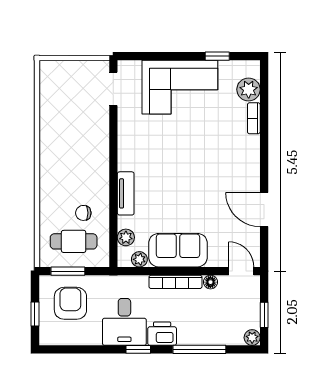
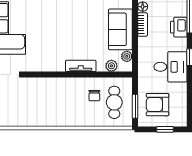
bookcase: (175, 282) -> (143, 24), width x0.64
printer: (162, 334) -> (179, 27), moved

